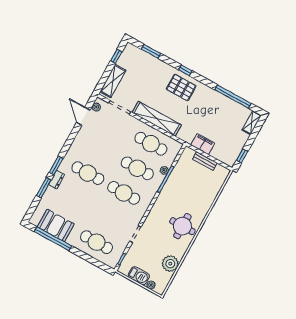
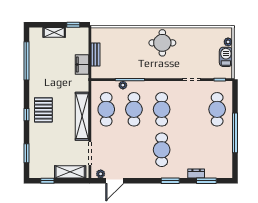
shelving: (252, 123) -> (54, 32), moved
dresser: (57, 180) -> (196, 174), moved
window: (44, 188) -> (206, 181), moved
booth: (56, 225) -> (222, 152), removed
window: (53, 239) -> (235, 133), moved
plant: (170, 264) -> (200, 36), removed

